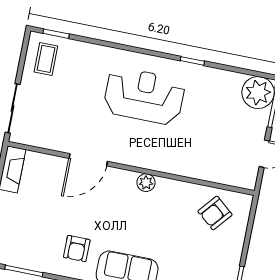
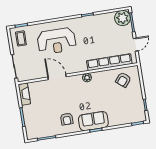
reception desk: (144, 96) -> (57, 41), moved, turned 180
door: (88, 160) -> (57, 77), swing flipped
row of seats: (201, 169) -> (109, 62), added

